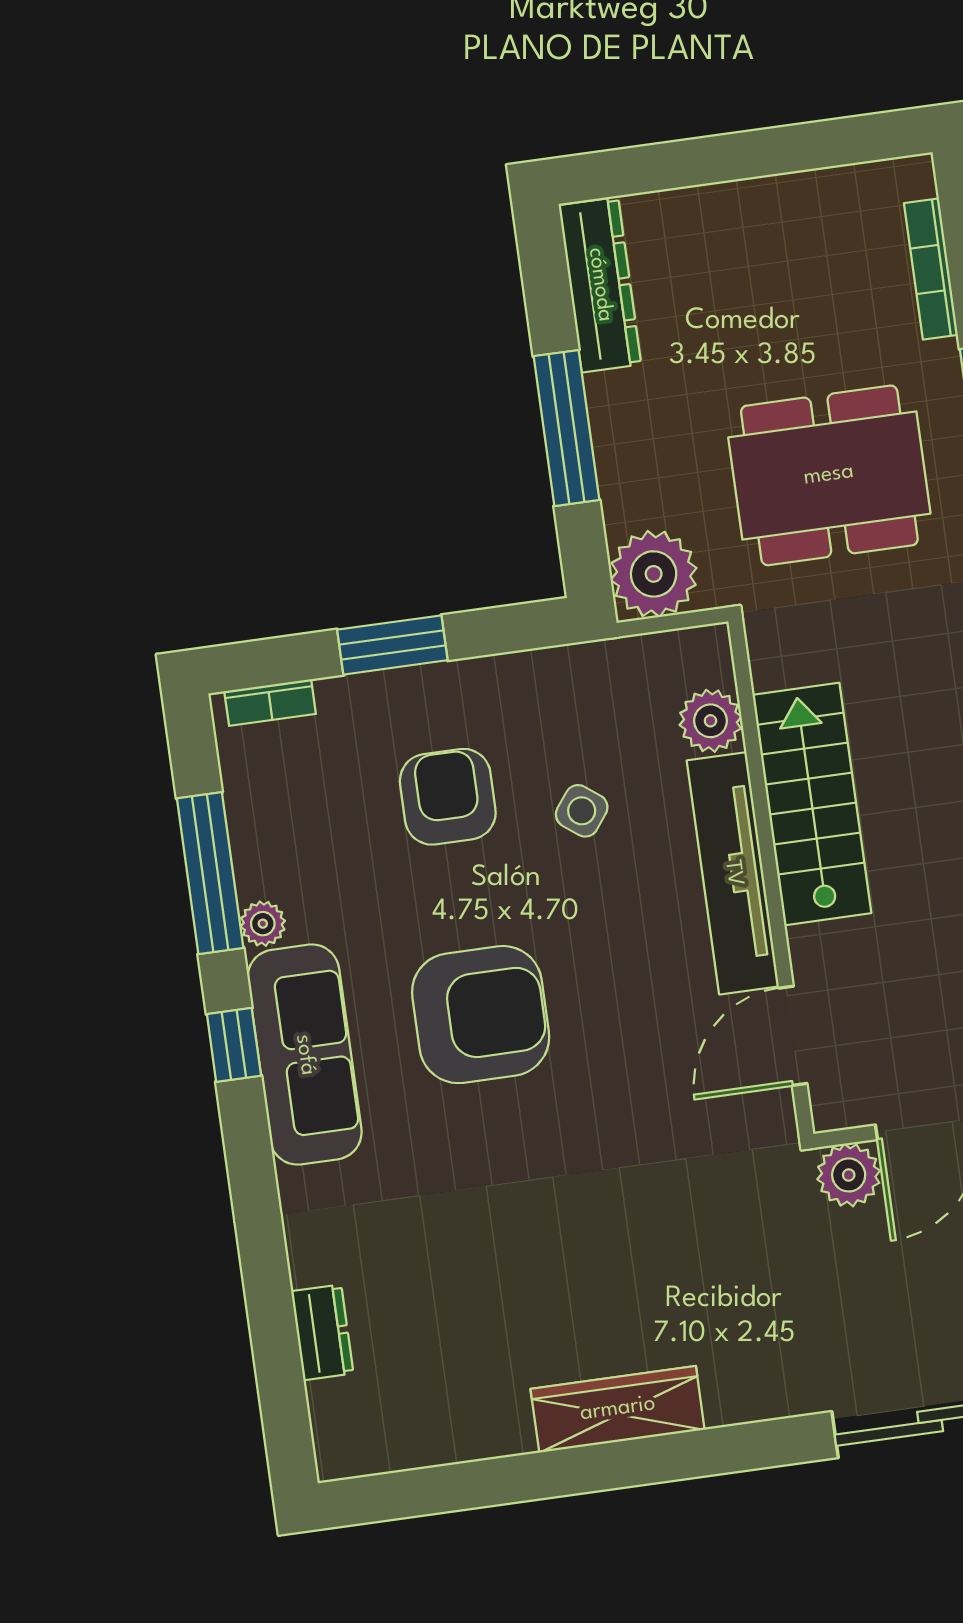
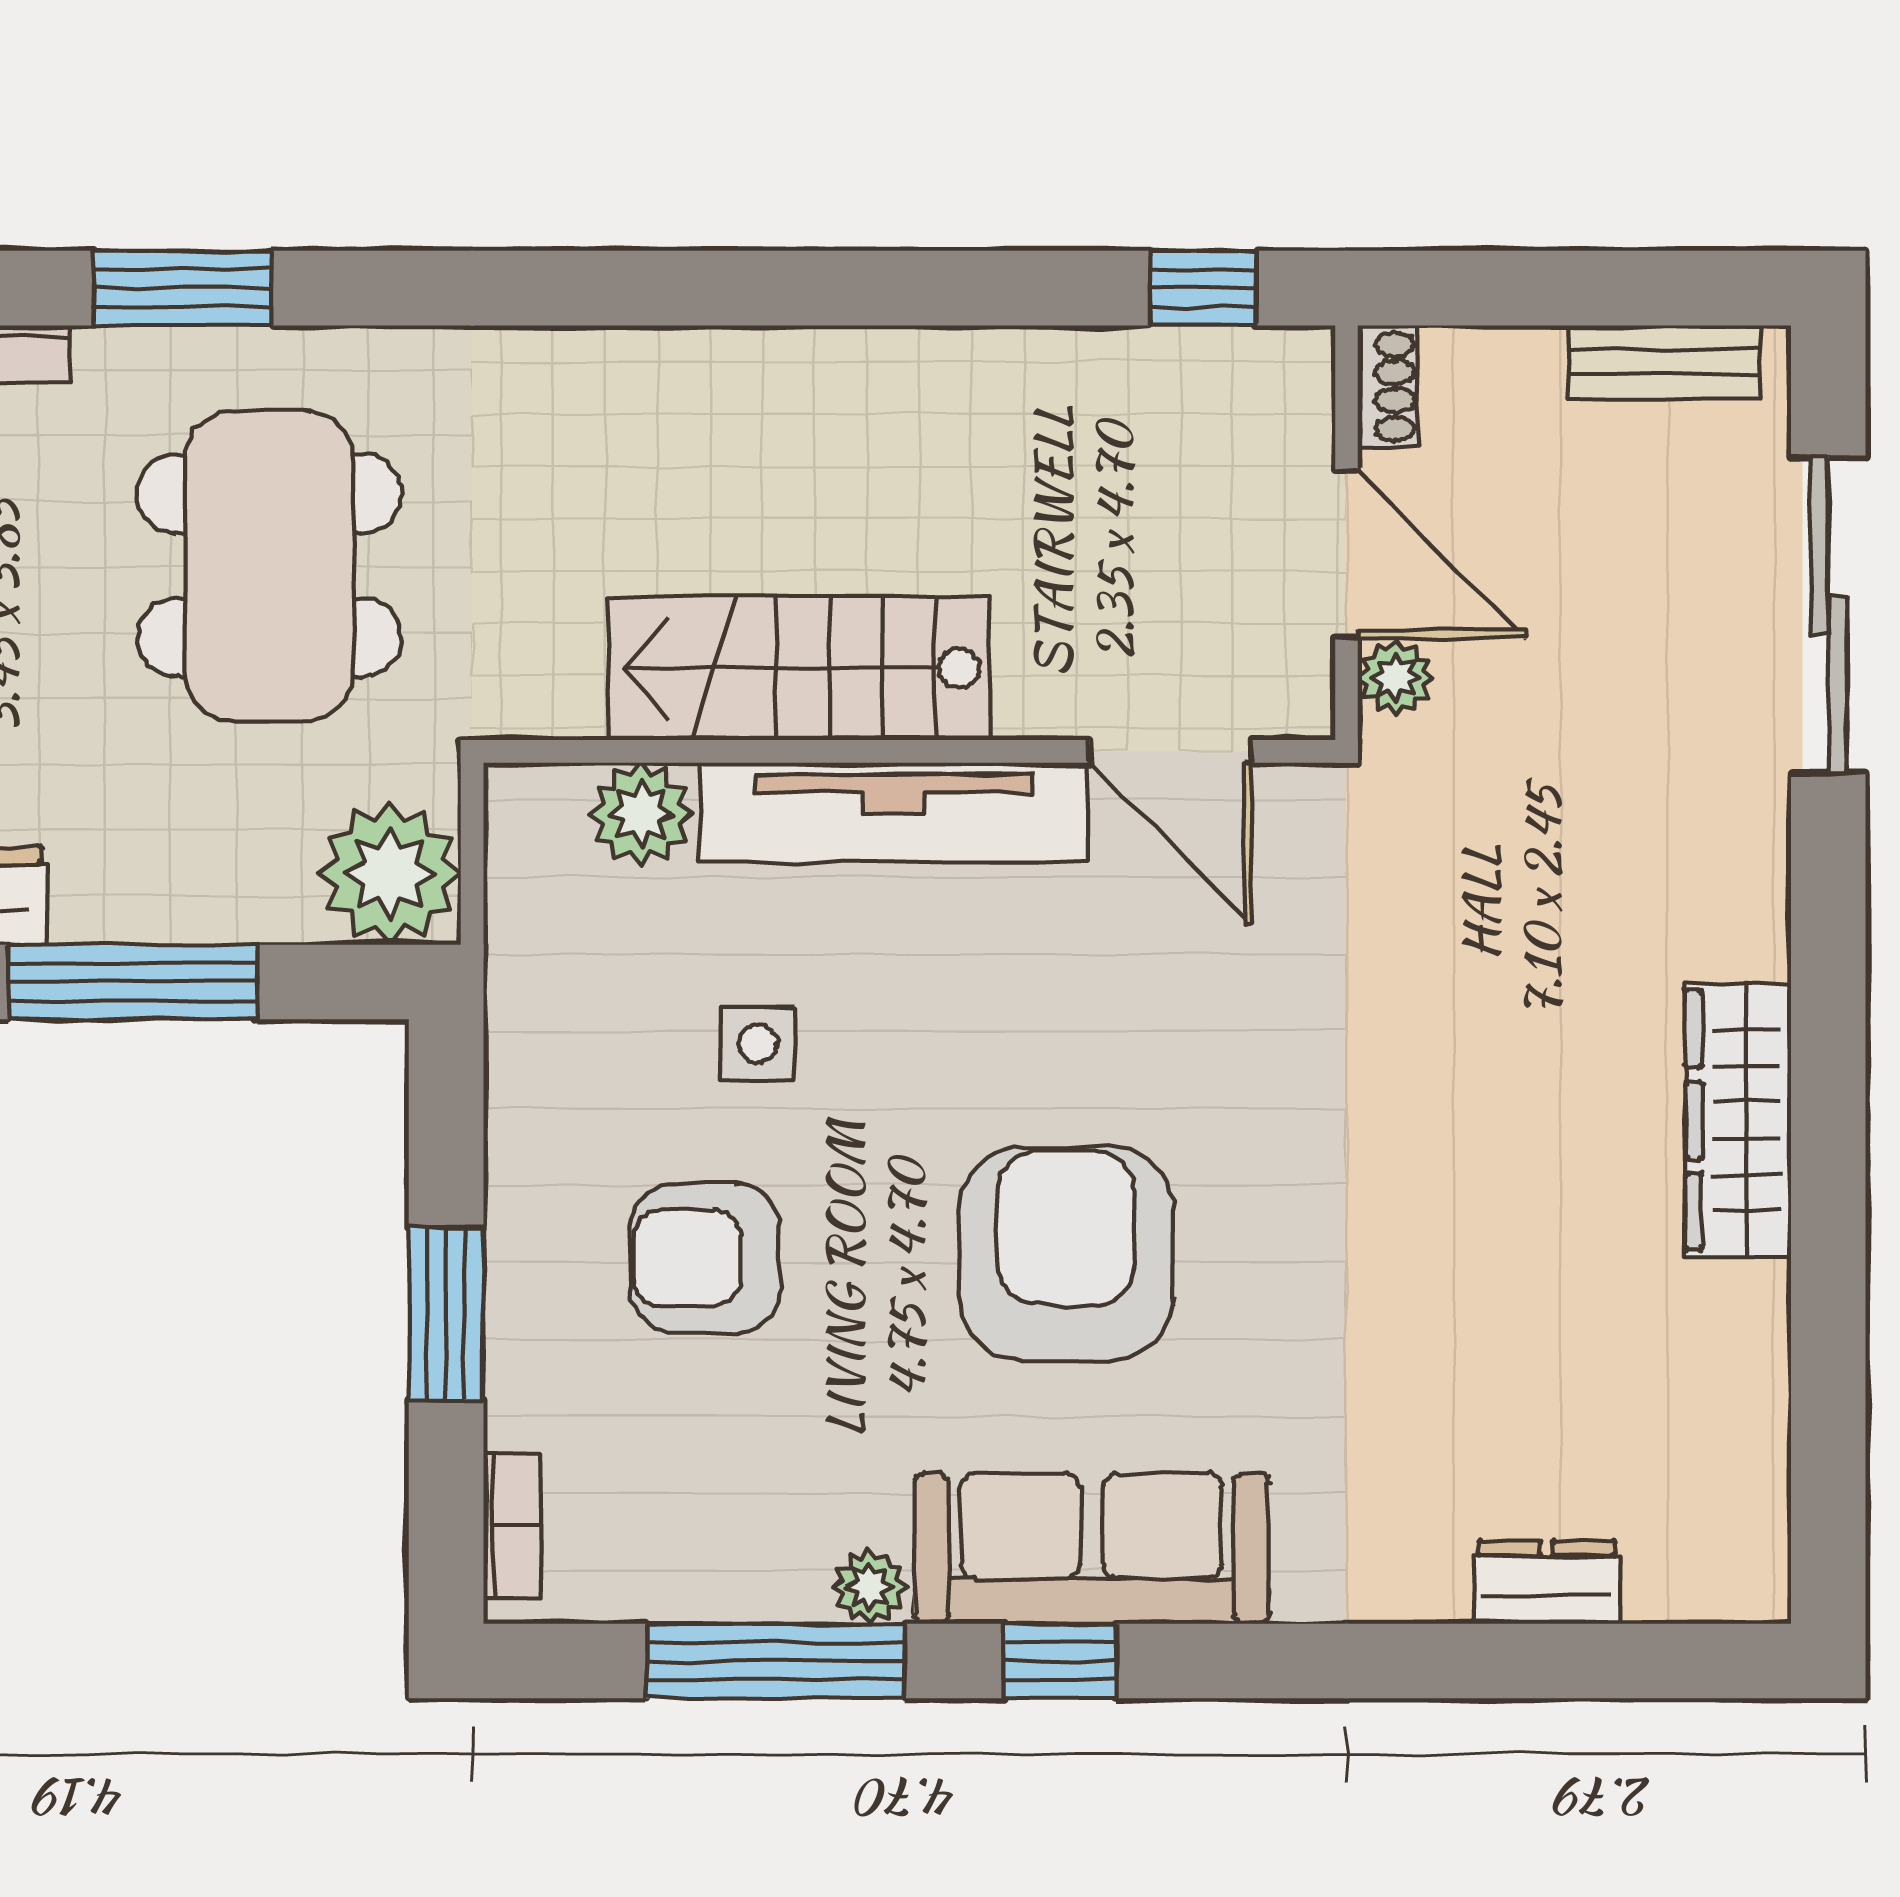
side table: (582, 811) -> (758, 1044), turned -37
plant: (849, 1175) -> (1395, 678), width x0.73, depth x0.73

